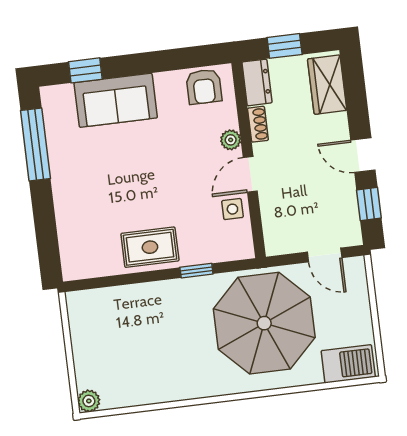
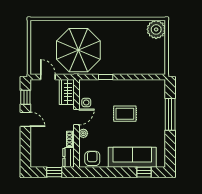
wardrobe: (327, 85) -> (67, 92), moved, turned 180
sofa: (116, 100) -> (132, 157), width x1.36
window: (35, 145) -> (170, 114), moved
rug: (150, 247) -> (125, 114), moved
barbecue: (348, 364) -> (43, 27), removed
plant: (89, 401) -> (156, 29), width x1.87, depth x1.87

